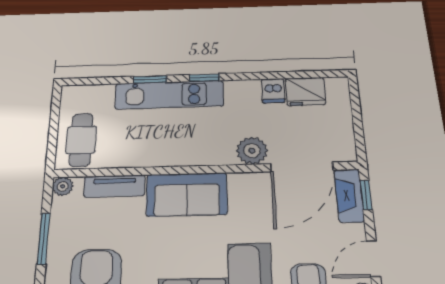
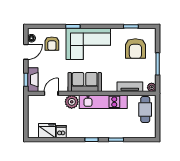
kitchen unit: (169, 95) -> (103, 102), moved, turned 180
door: (302, 167) -> (51, 93), width x0.53
sofa: (187, 194) -> (85, 82), moved

